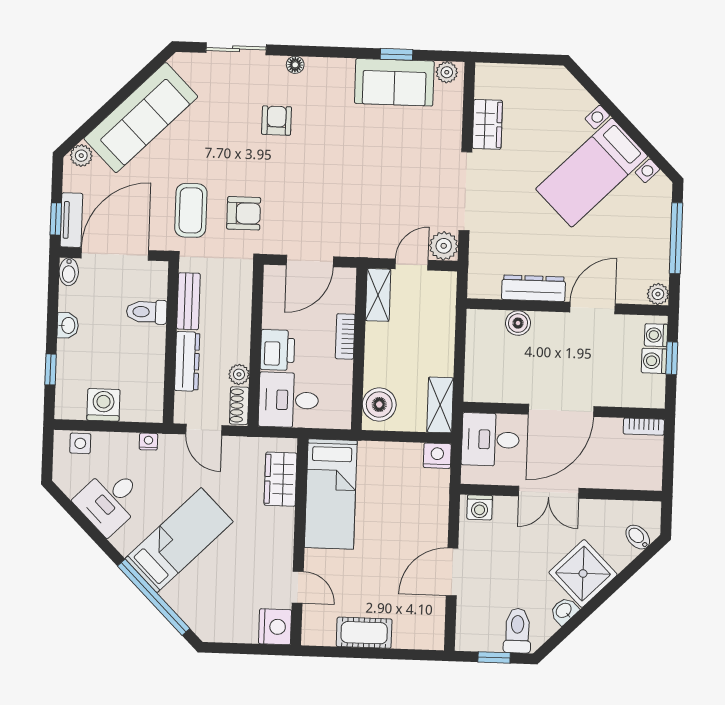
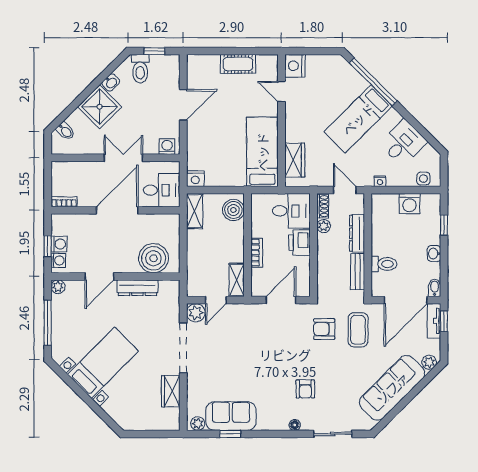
boiler: (518, 323) -> (153, 258), width x1.86, depth x1.86

